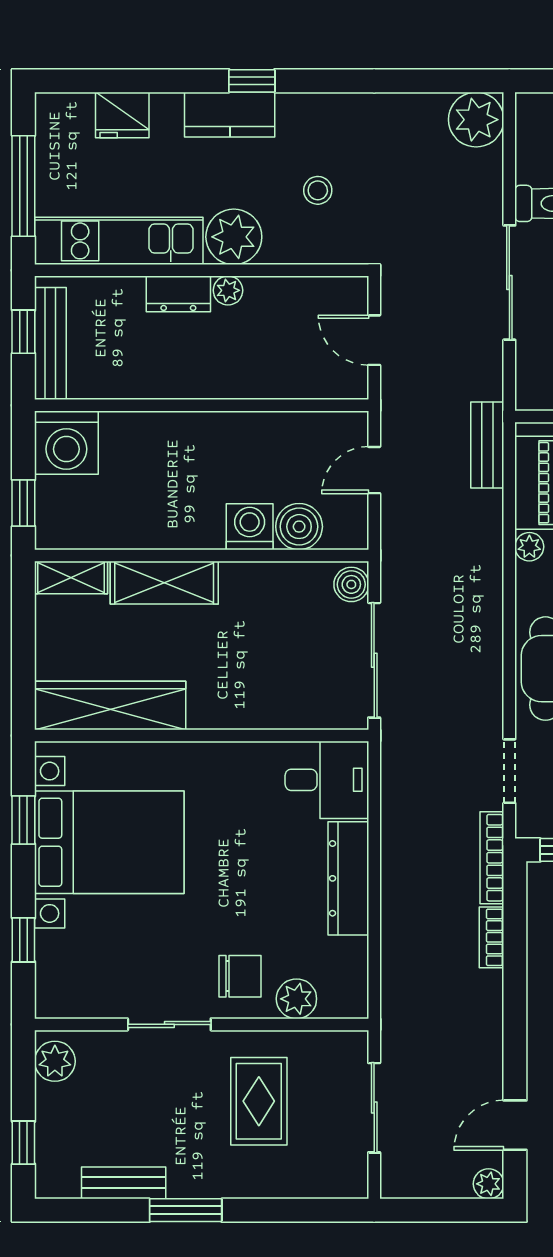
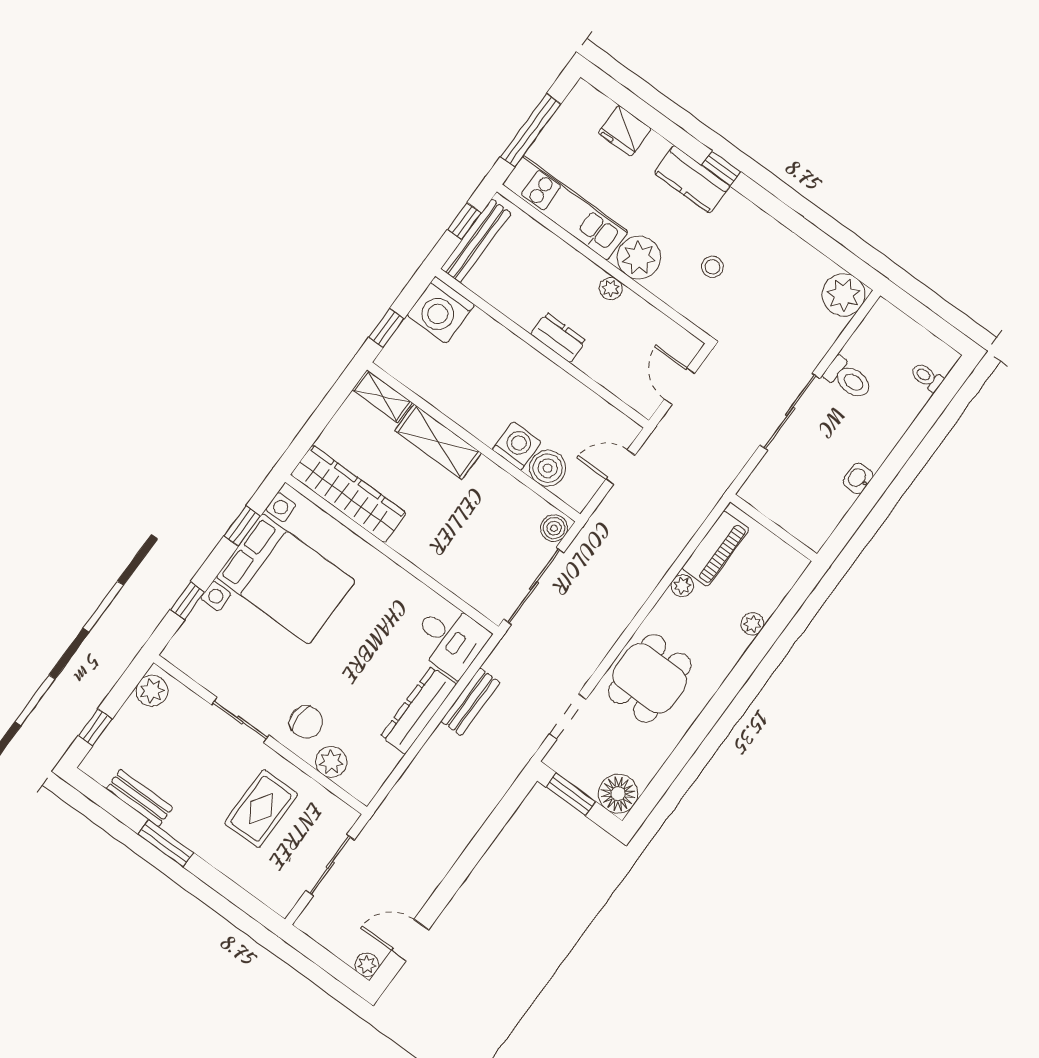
dresser: (178, 294) -> (558, 337), moved, turned 180
bench: (487, 445) -> (470, 702), moved
bookcase: (492, 858) -> (517, 763), removed
bookcase: (492, 937) -> (481, 812), removed

